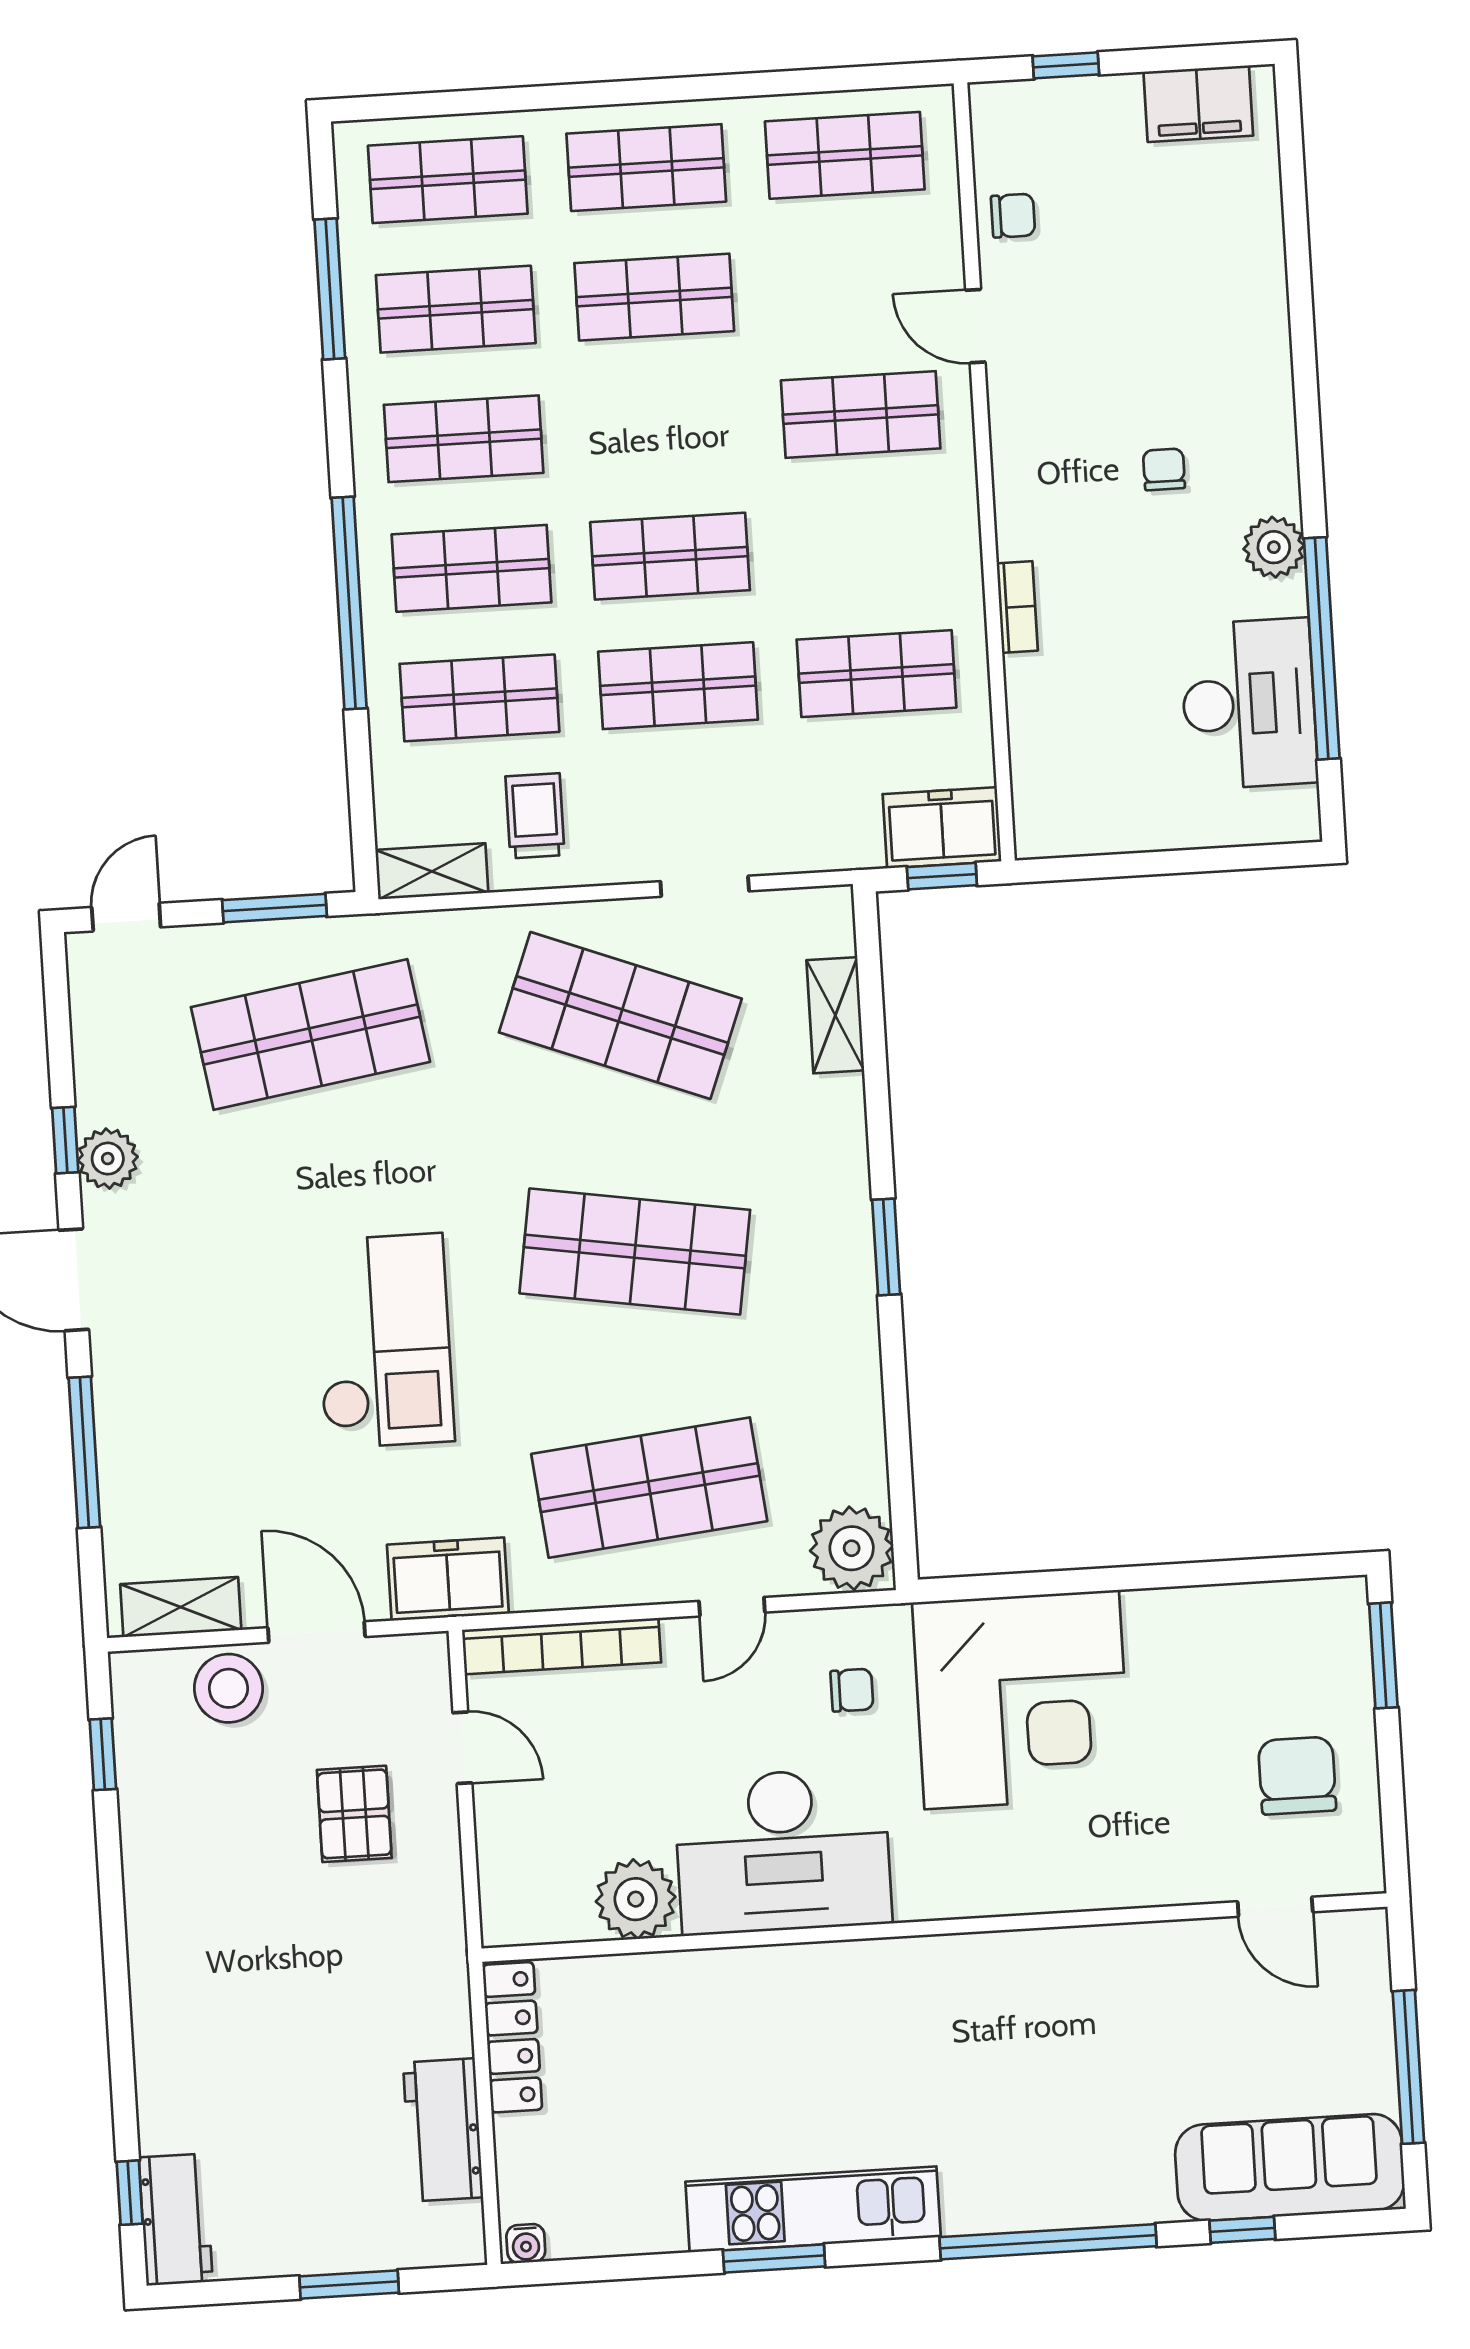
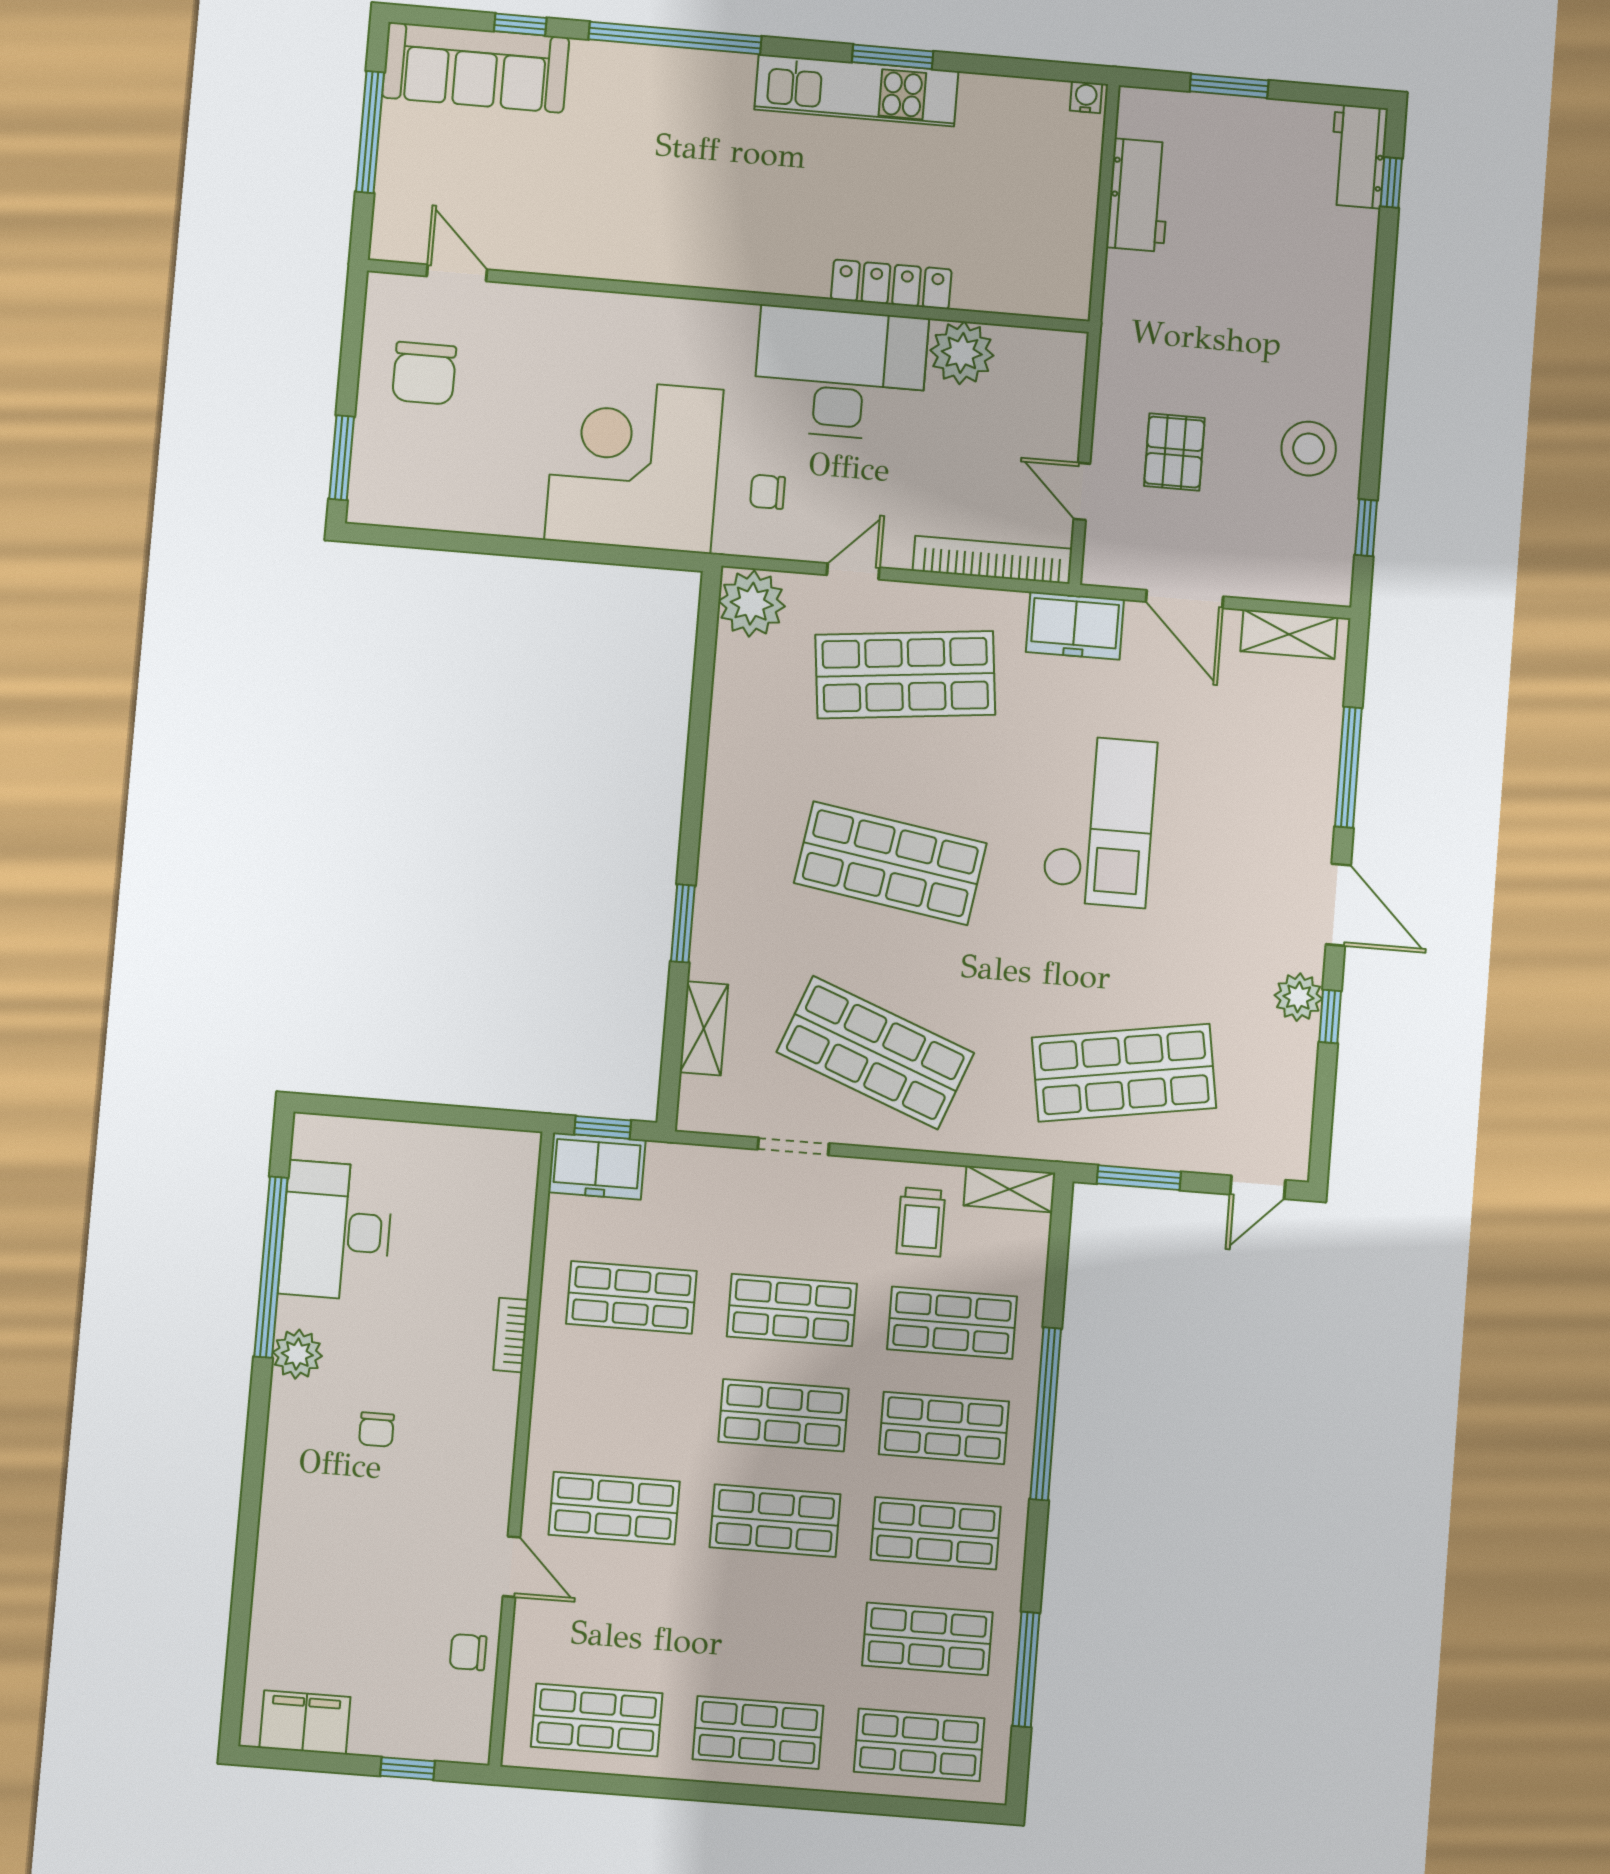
shop shelf: (654, 297) -> (775, 1521), moved
window: (886, 1247) -> (683, 923), moved
checkout: (384, 1341) -> (1099, 821), turned 180
stool: (229, 1688) -> (1309, 449), moved
locker: (512, 2037) -> (891, 284), moved, turned 90

